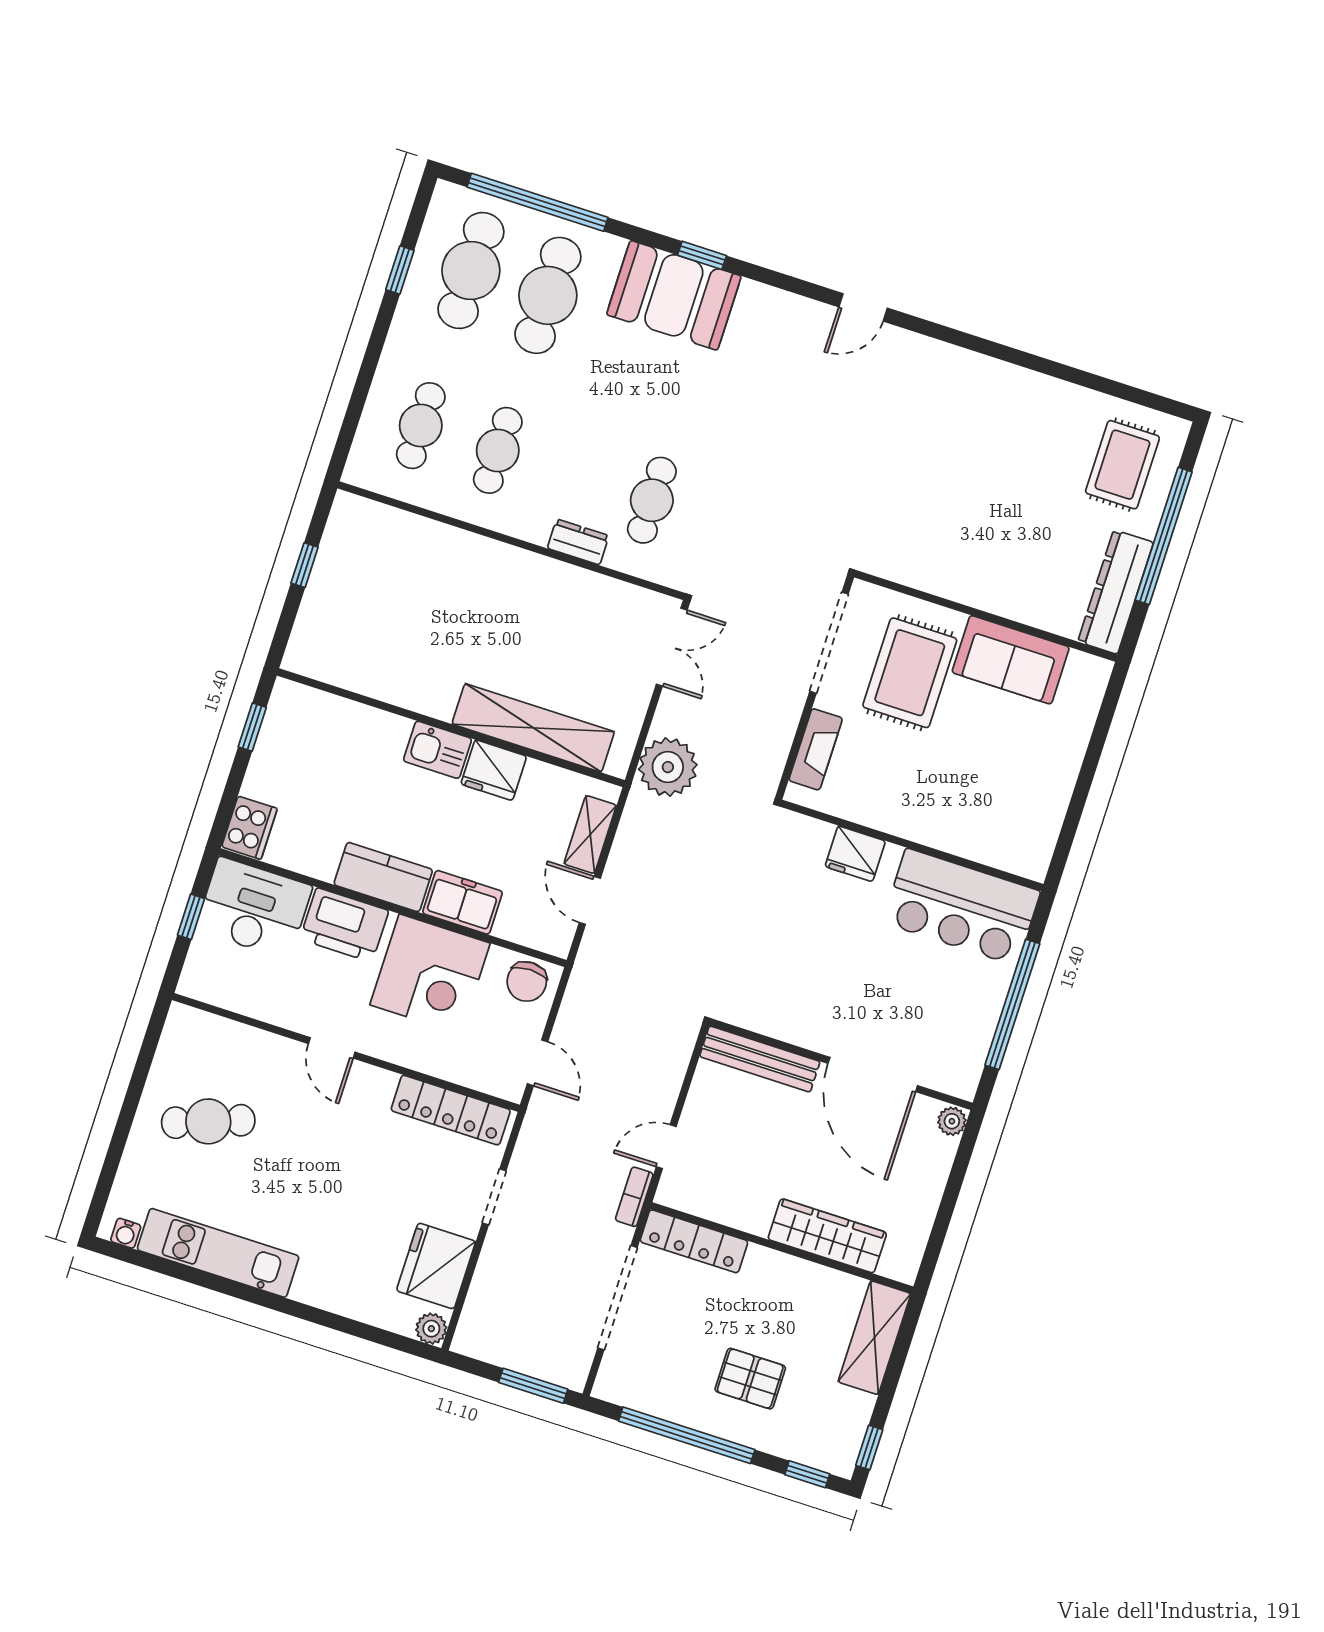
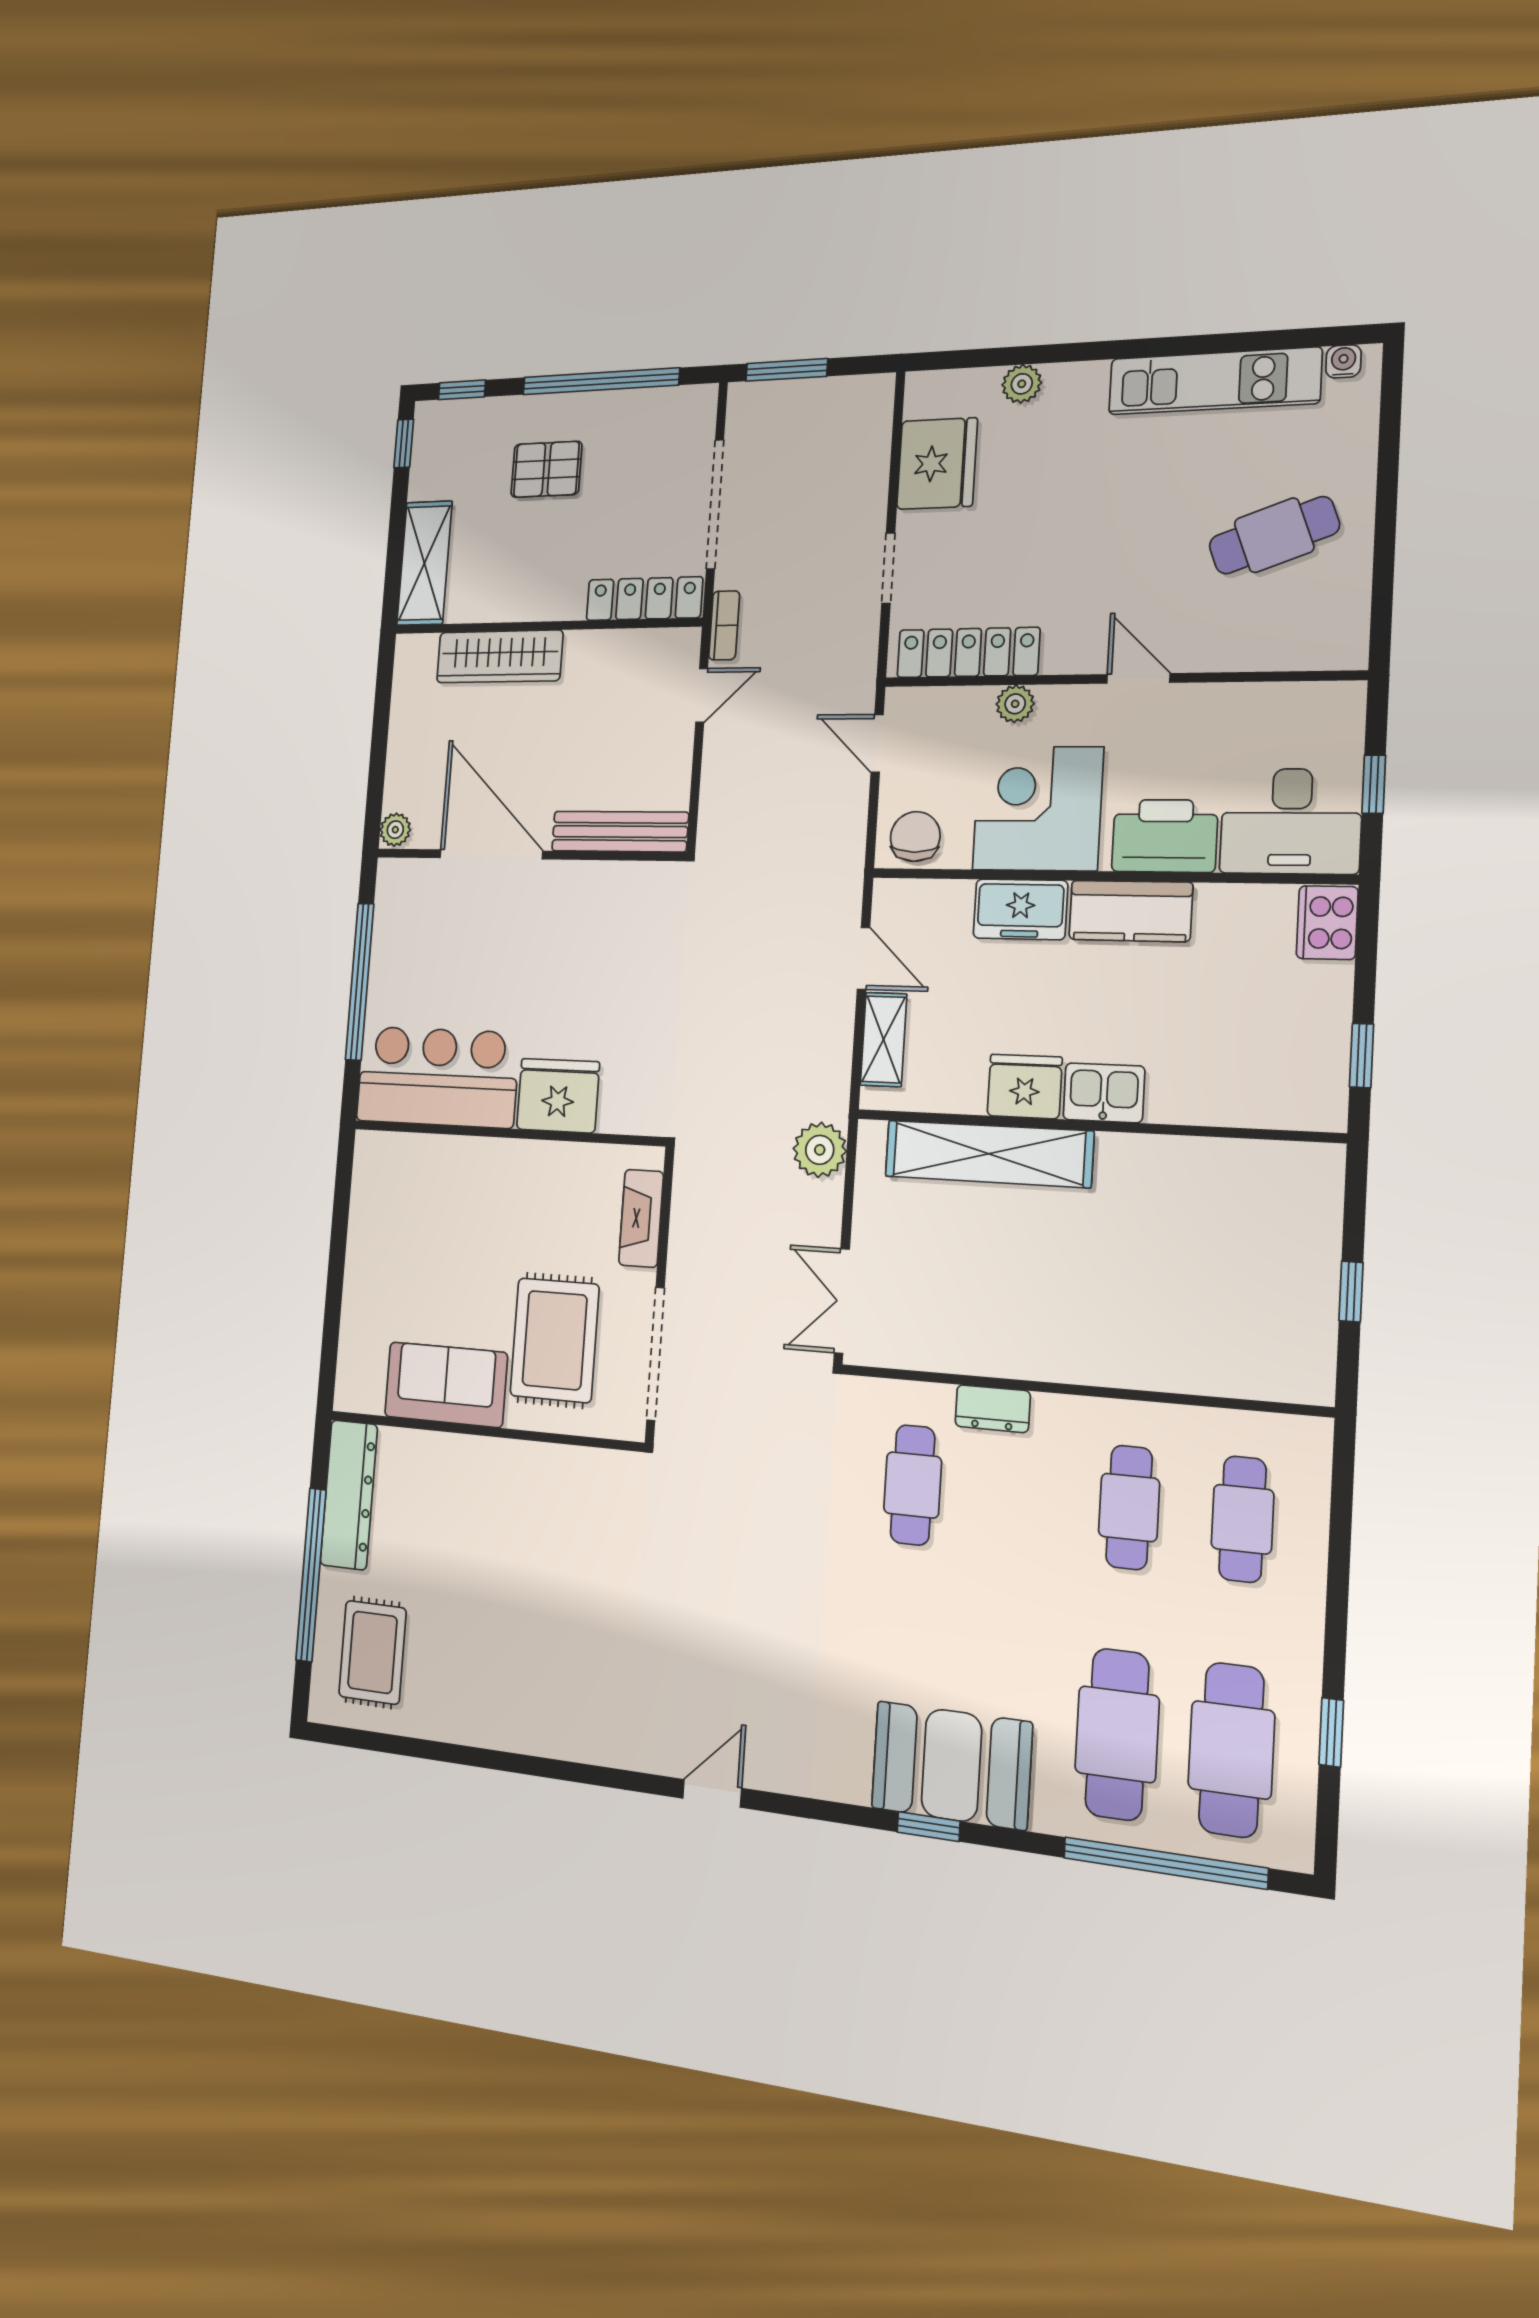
plant: (668, 767) -> (820, 1150), width x0.73, depth x0.73
fridge: (855, 854) -> (558, 1096), width x1.36, depth x1.34
plant: (426, 1059) -> (1015, 704), added
plant: (431, 1329) -> (1022, 384), moved

